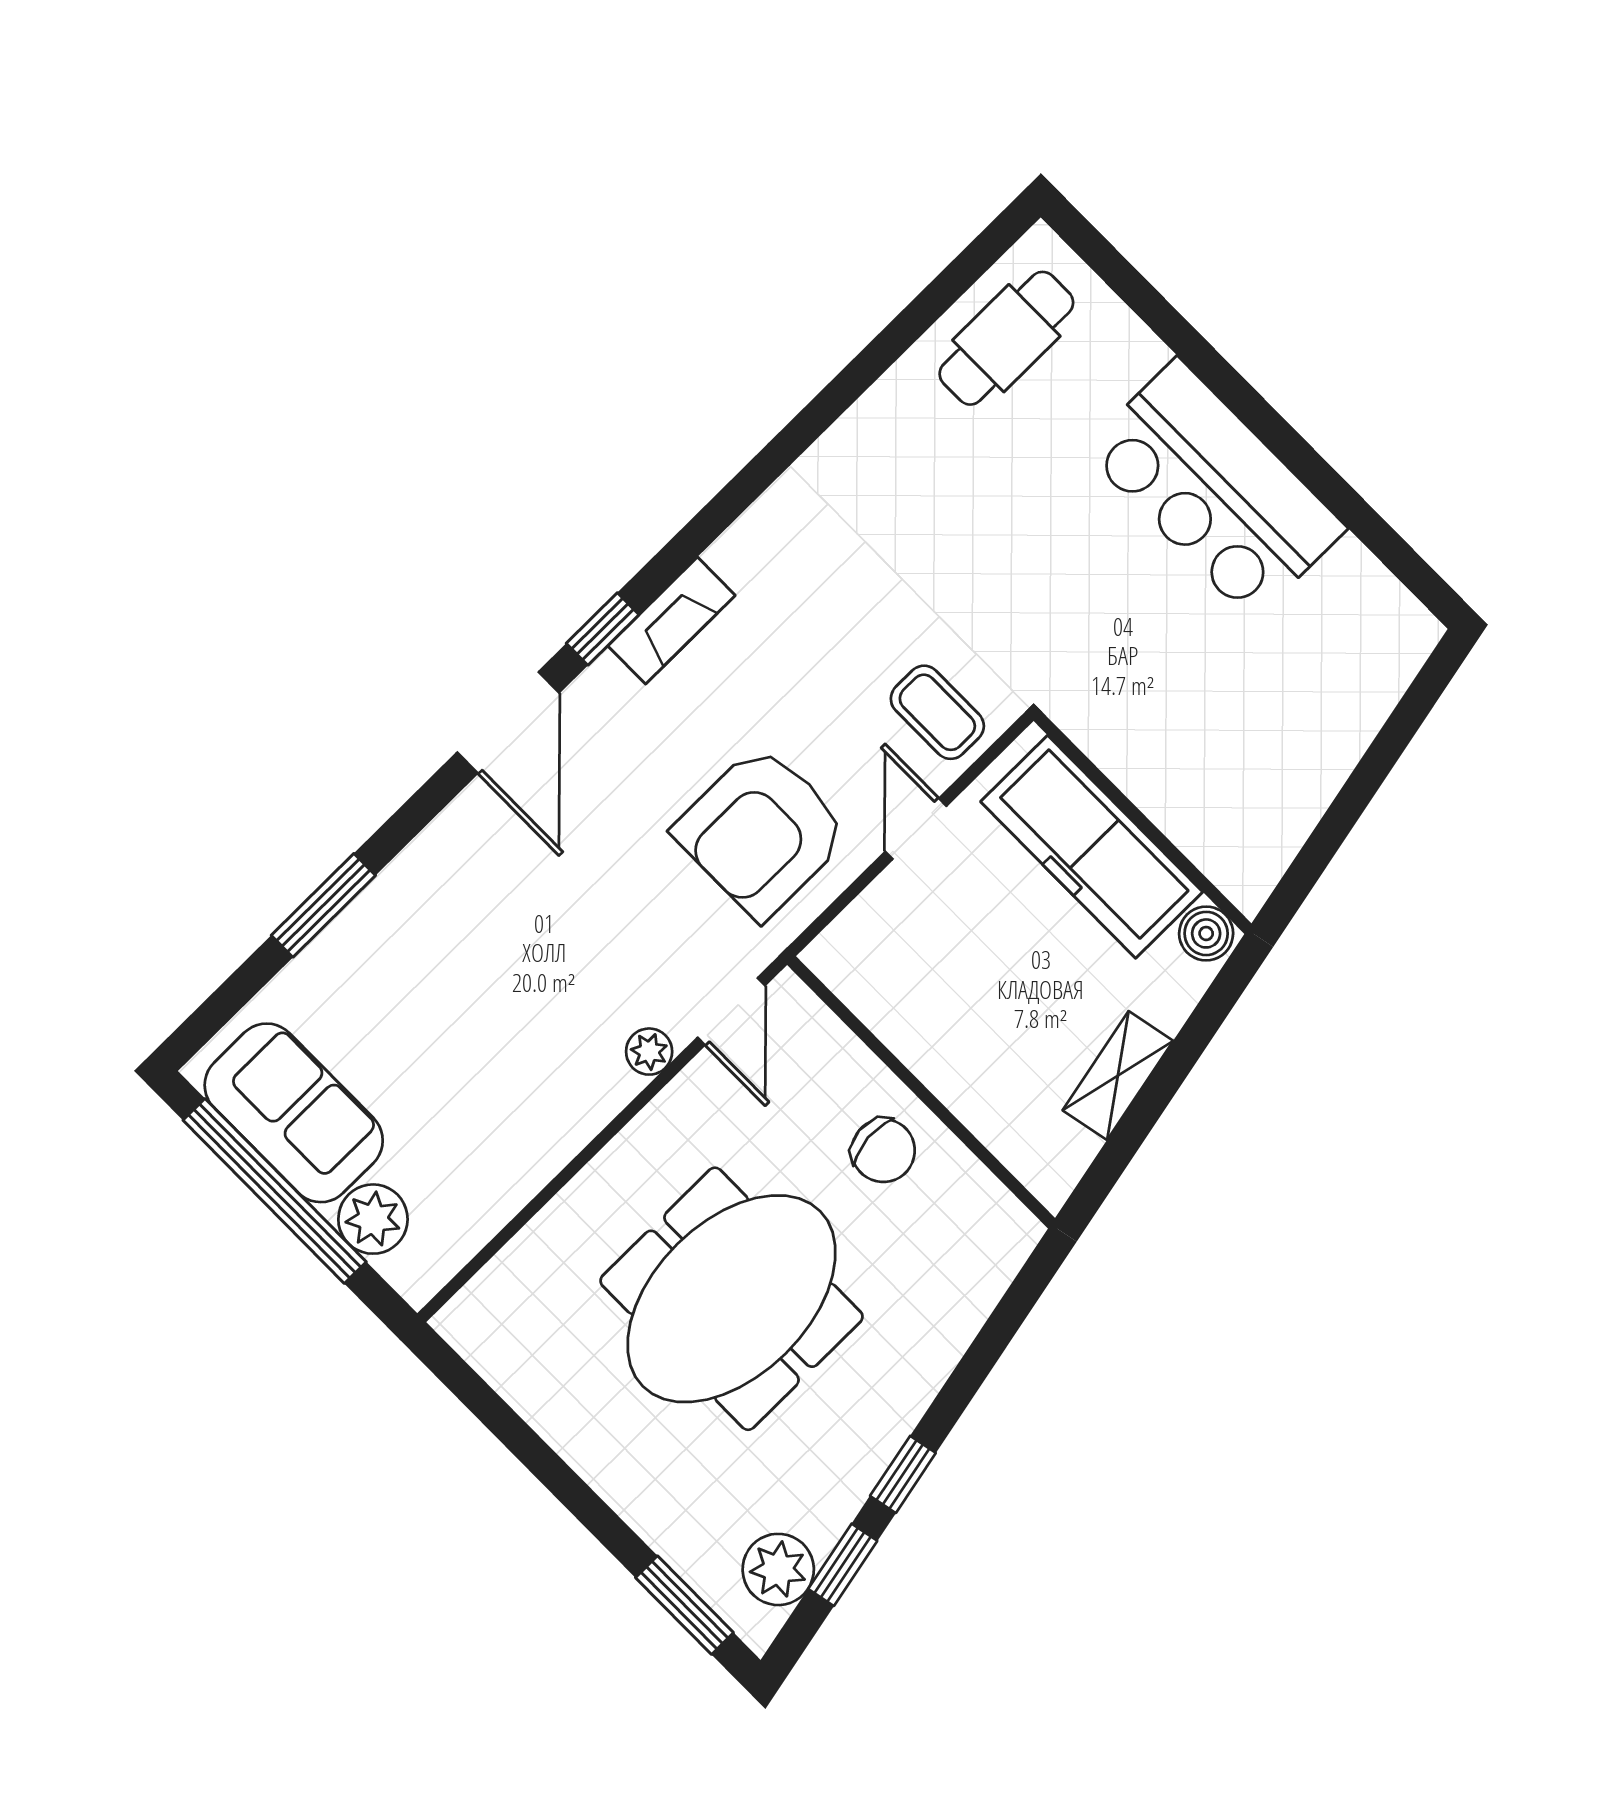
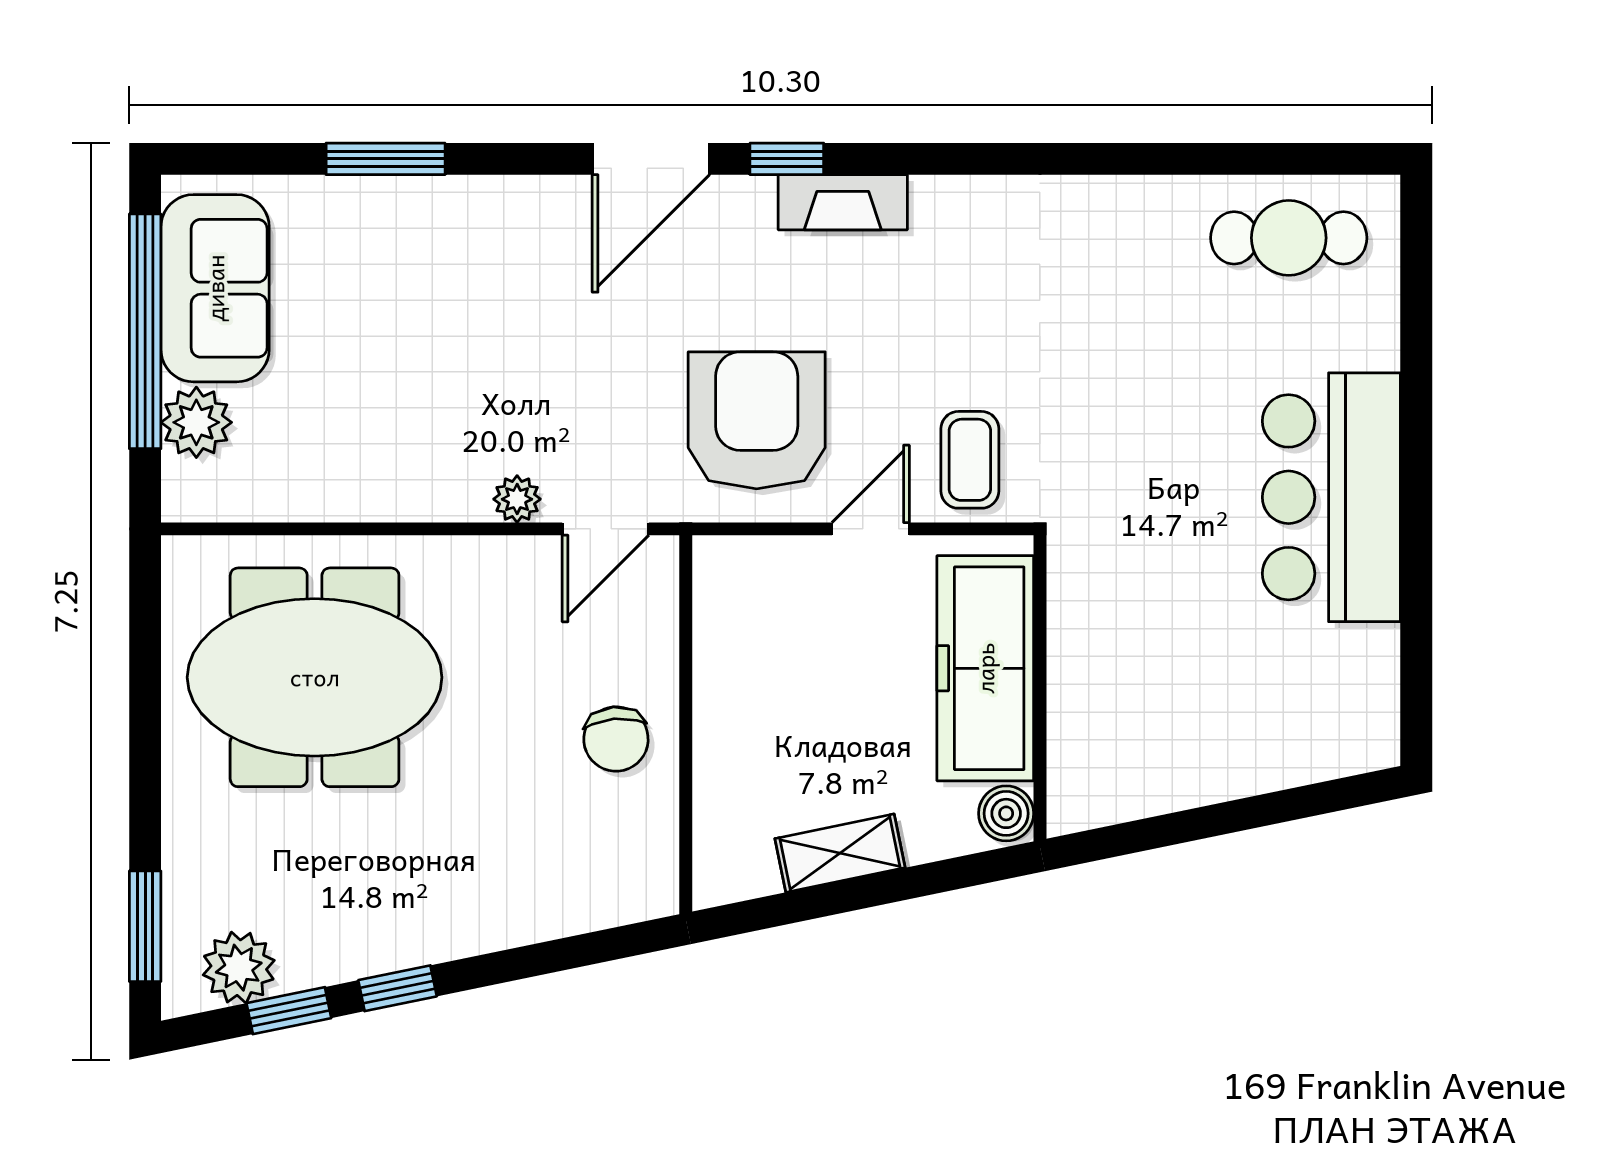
armchair: (762, 832) -> (757, 420), turned 90
meeting table: (732, 1299) -> (315, 677), moved

